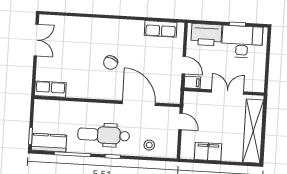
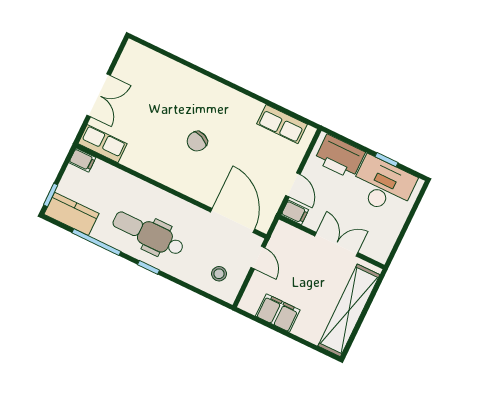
double door: (36, 40) -> (99, 95), moved
door: (139, 103) -> (233, 221), moved
filing cabinet: (42, 105) -> (82, 160), added
stool: (149, 145) -> (219, 274), moved

